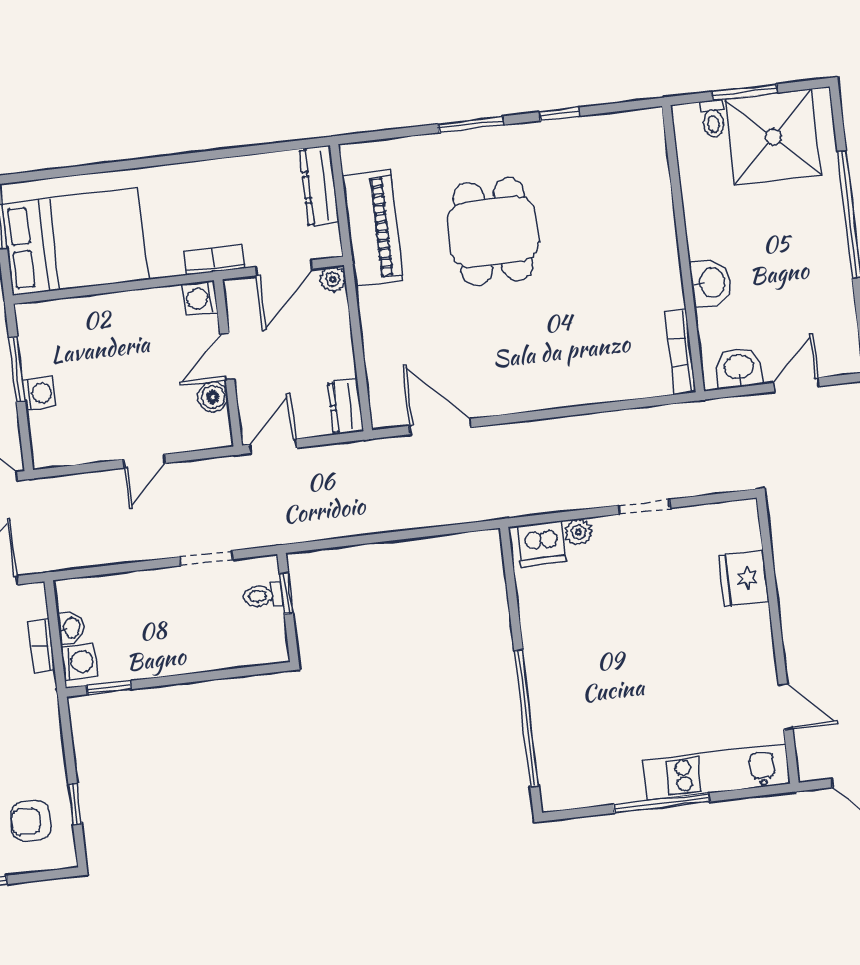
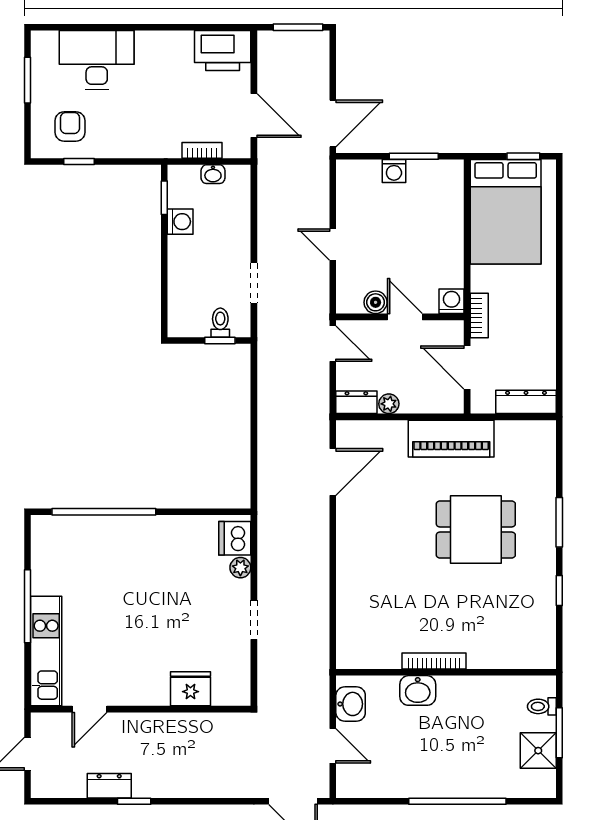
shower: (773, 137) -> (538, 751), width x0.54, depth x0.54
piano: (373, 228) -> (451, 439), moved
plant: (333, 279) -> (389, 404), moved
bookcase: (680, 352) -> (434, 661), moved
washing machine: (79, 662) -> (180, 222), moved, turned -90

